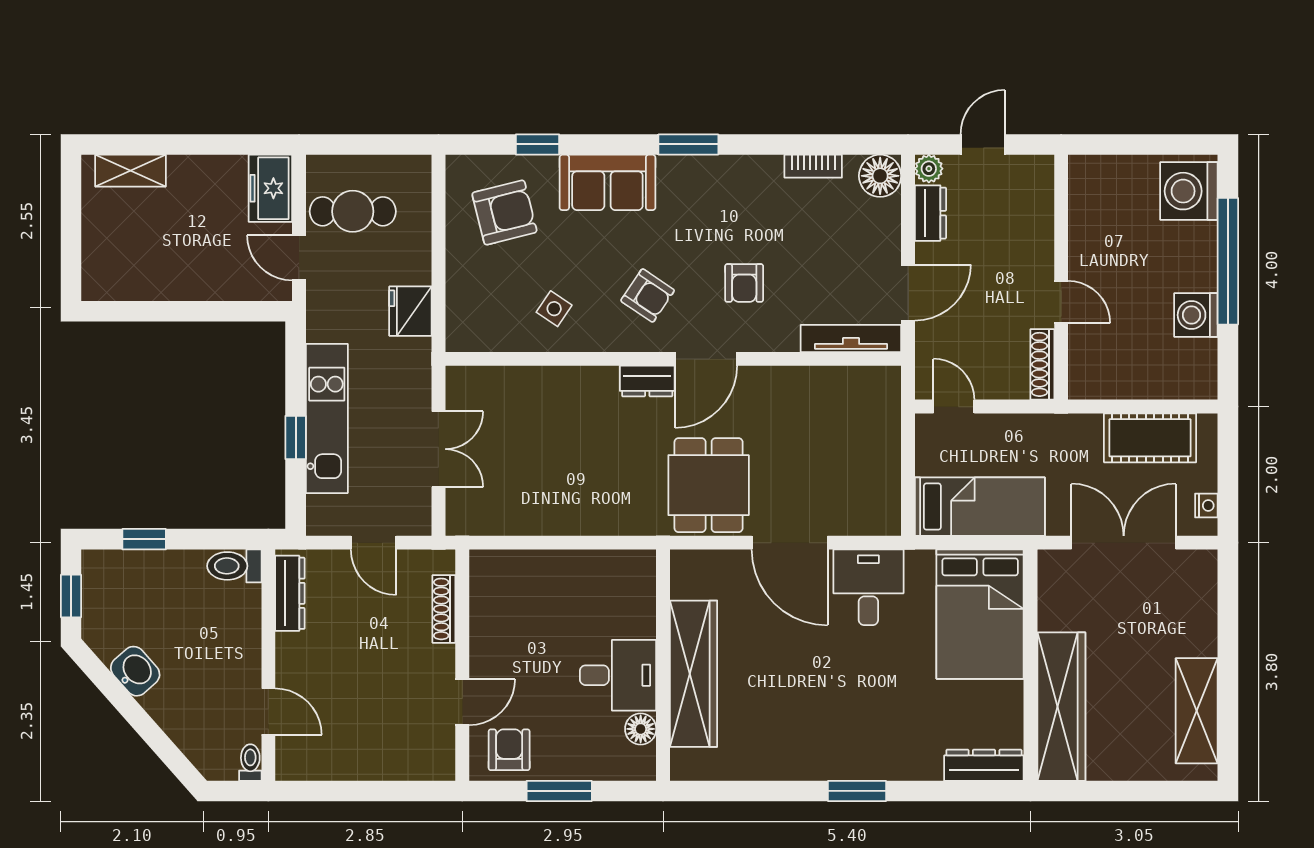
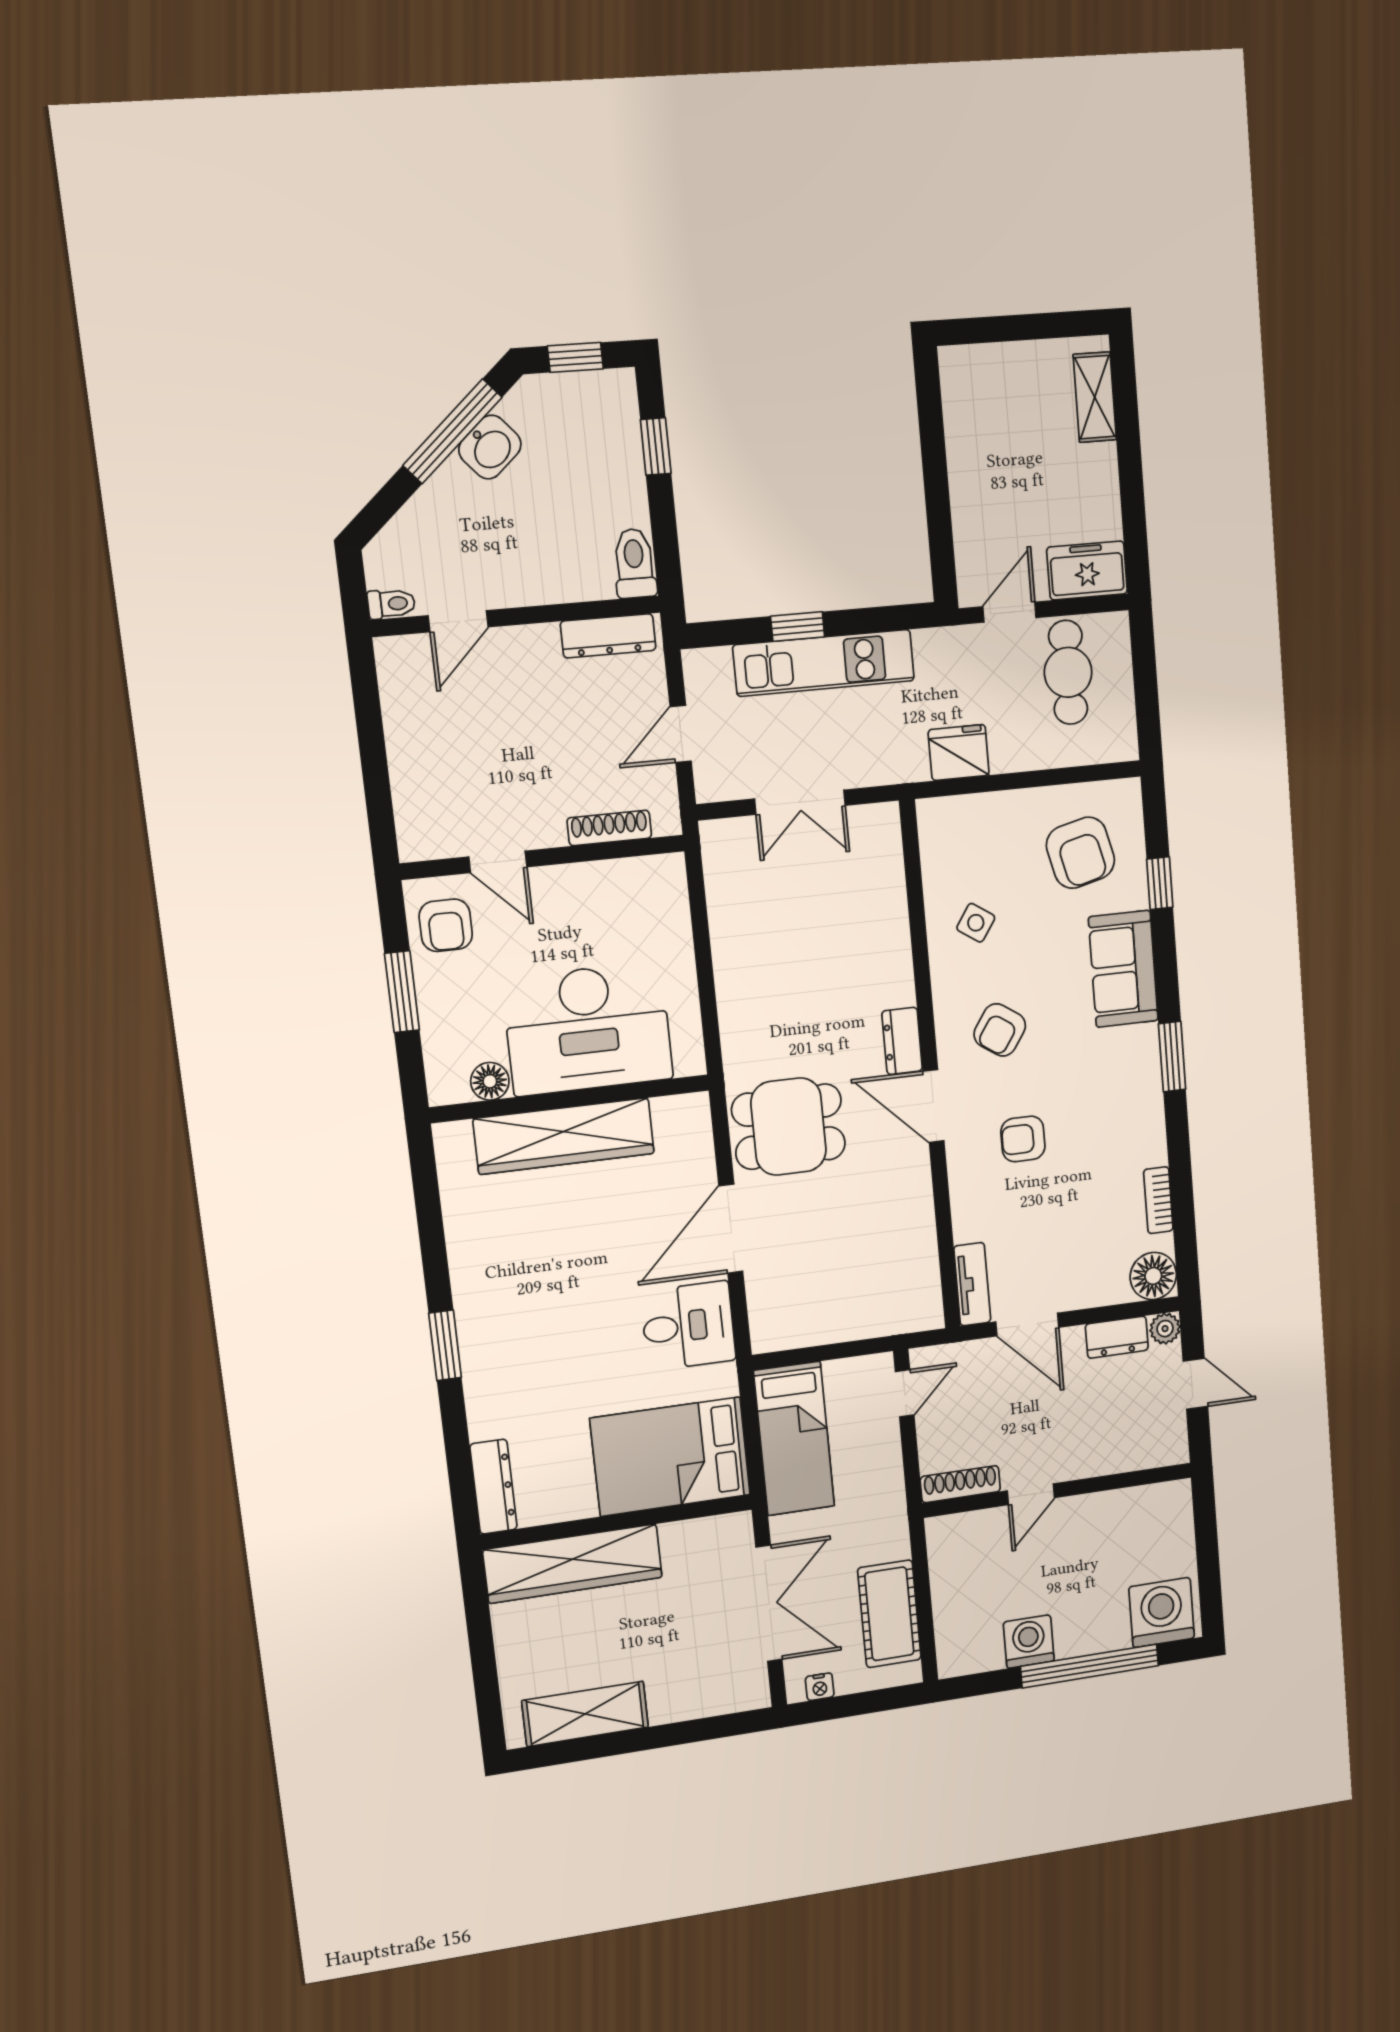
tv unit: (851, 338) -> (972, 1284), width x0.71
desk: (618, 675) -> (588, 1029), width x1.87, depth x1.30
window: (121, 699) -> (452, 431), added
armchair: (509, 750) -> (446, 925), turned 90

